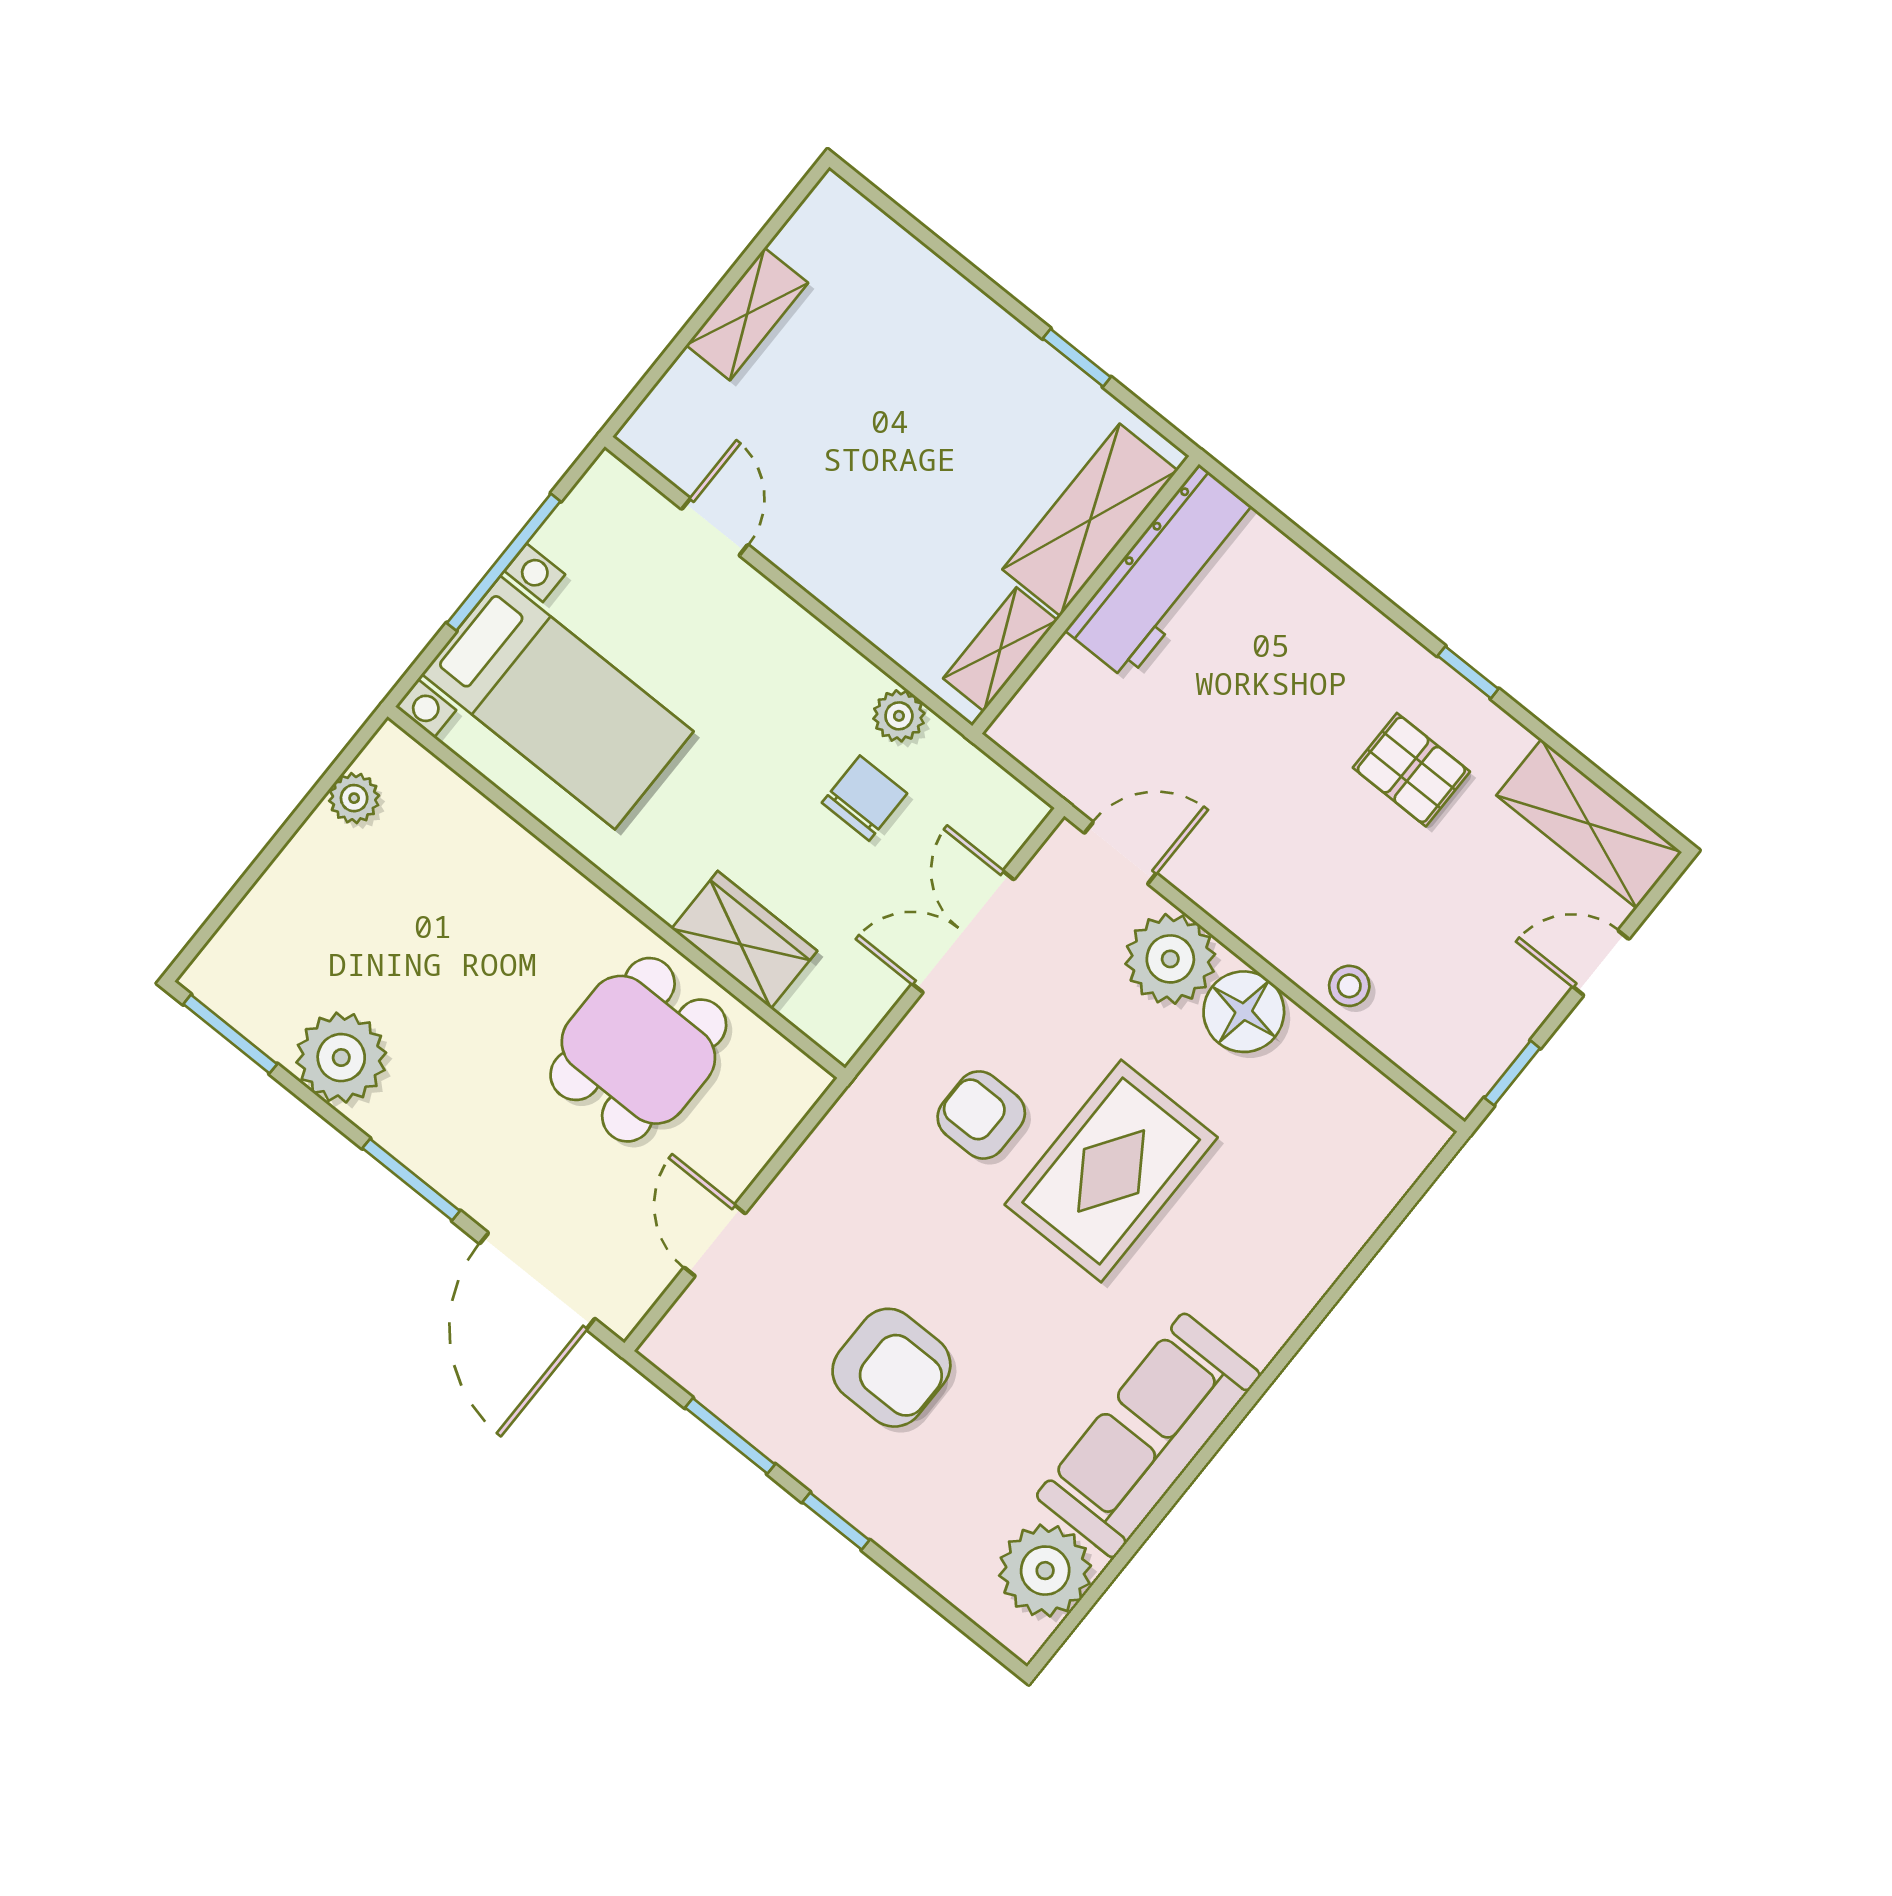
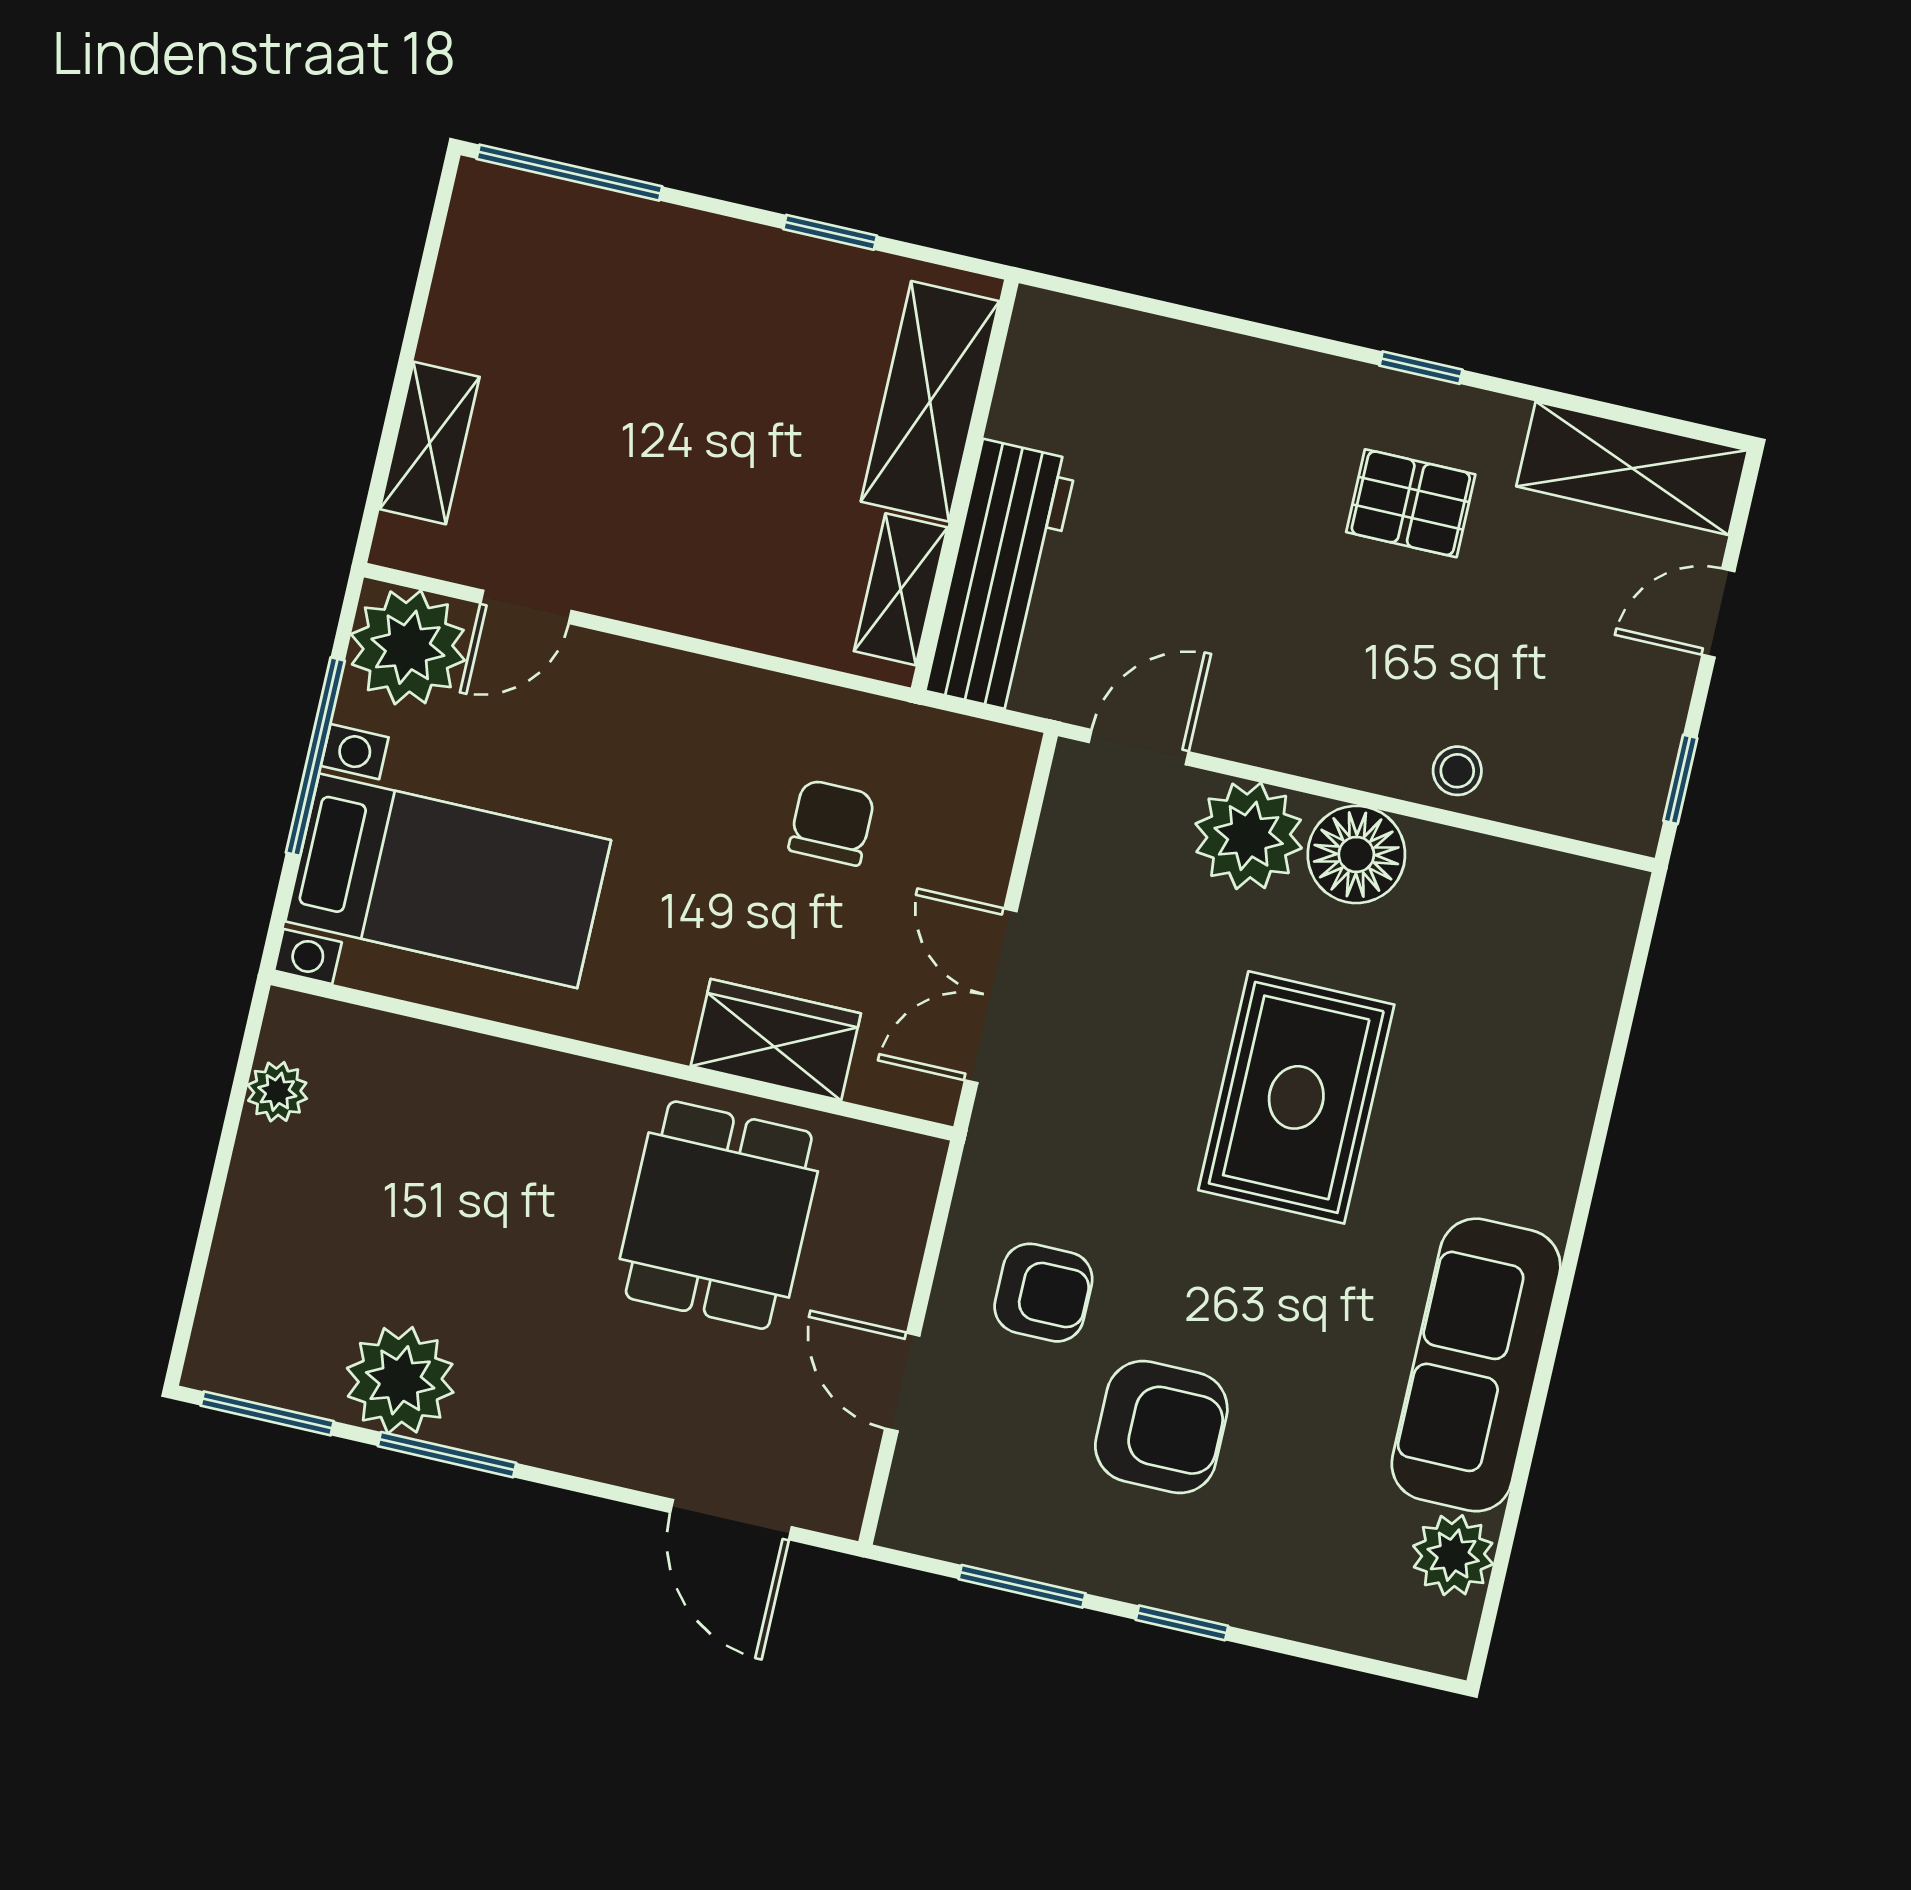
window: (904, 219) -> (569, 173), added
shelving: (747, 314) -> (430, 443), moved
door: (715, 527) -> (526, 607), swing flipped
workbench: (1163, 572) -> (1001, 576), moved
plant: (899, 716) -> (408, 647), moved, width x1.87, depth x1.87
double door: (963, 932) -> (991, 996), moved
armchair: (981, 1115) -> (1043, 1293), moved, turned 180
window: (411, 1180) -> (447, 1455), moved
door: (537, 1281) -> (731, 1520), width x0.73
plant: (1045, 1571) -> (1453, 1555), width x0.73, depth x0.73

